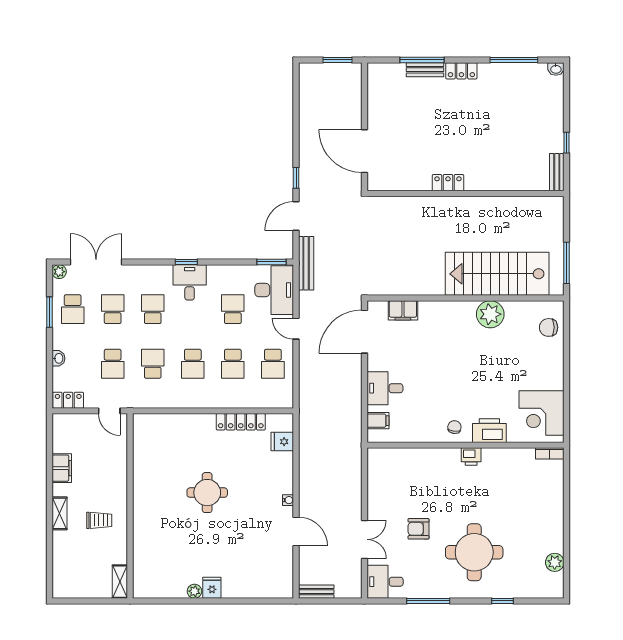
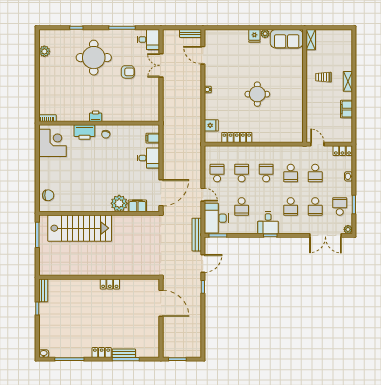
plant: (490, 314) -> (119, 203), moved
school desk: (113, 364) -> (315, 173), turned 180
door: (296, 531) -> (203, 55), moved
sofa: (159, 583) -> (287, 39), added

